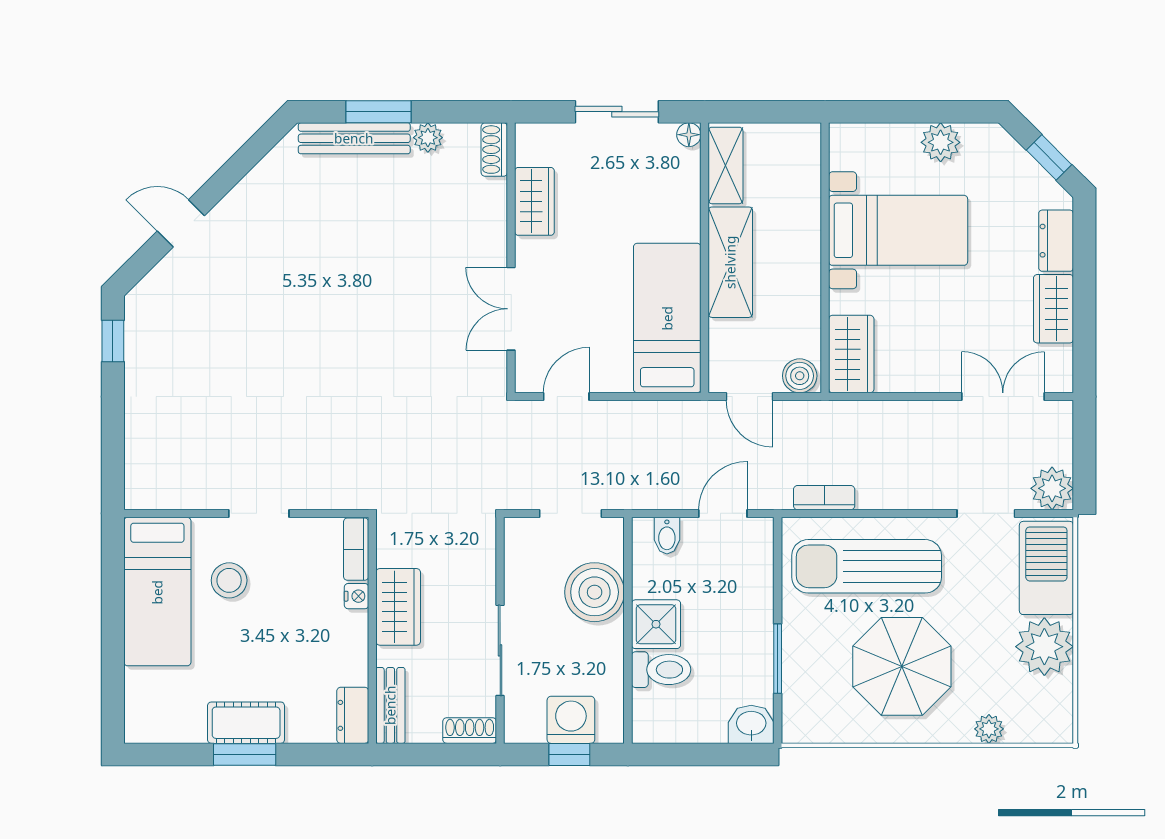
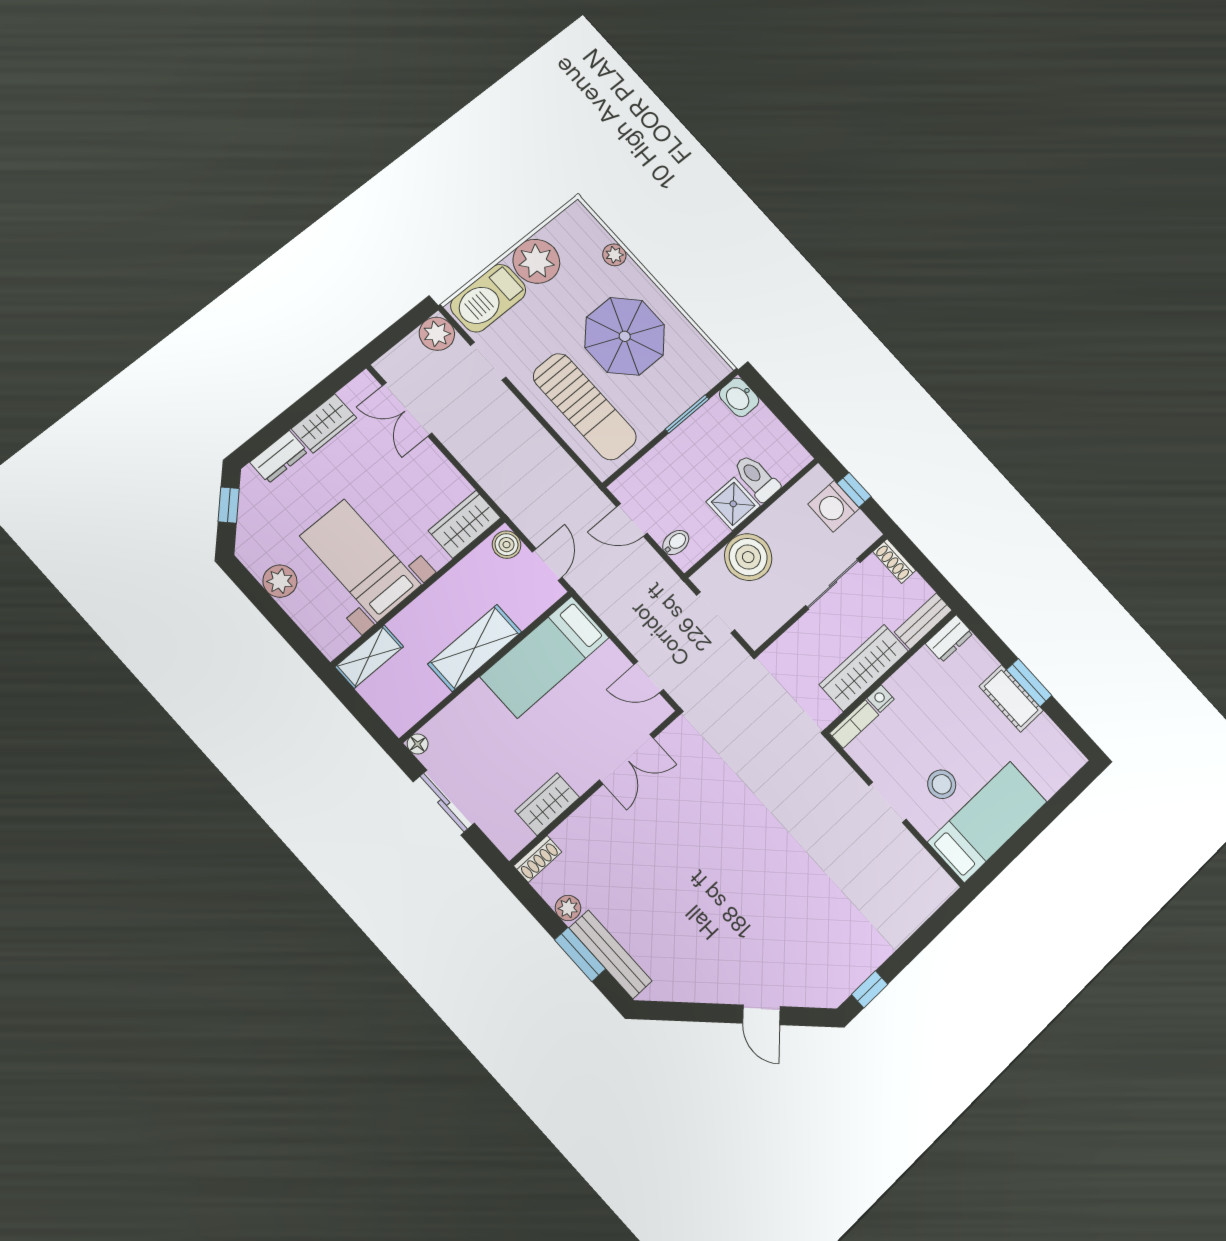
shelving: (726, 165) -> (369, 657), moved
bookcase: (824, 498) -> (567, 467), removed
wardrobe: (398, 607) -> (864, 668), width x1.50

